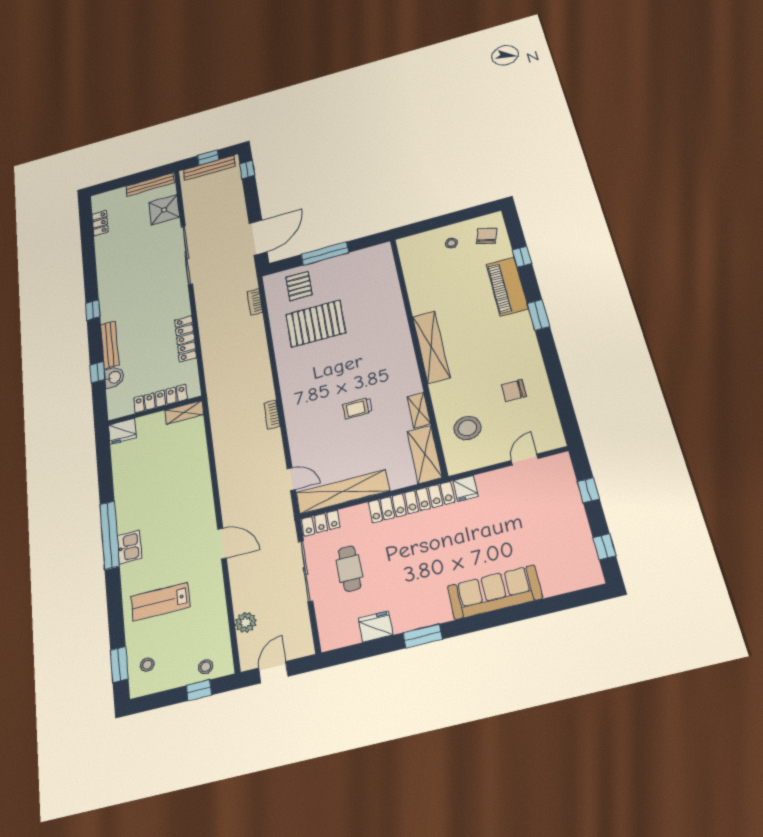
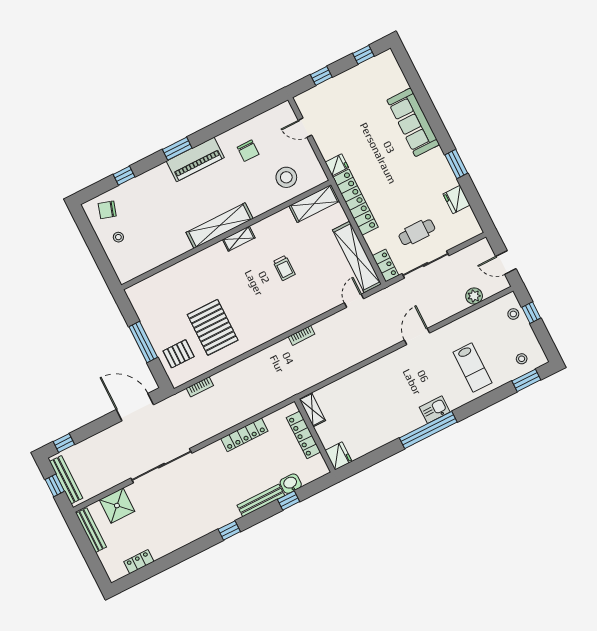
piano: (507, 287) -> (195, 159), moved
shelving: (419, 410) -> (239, 239), moved

